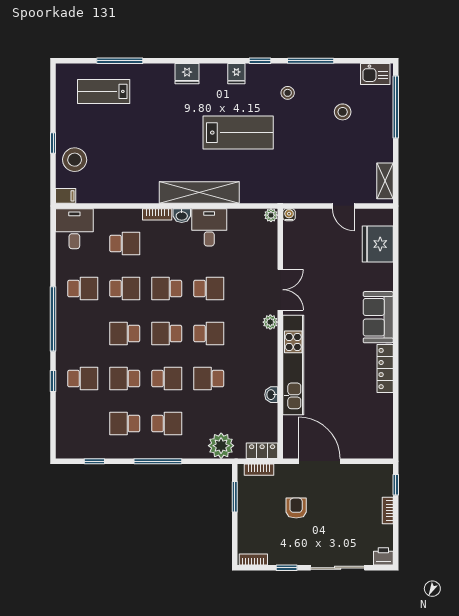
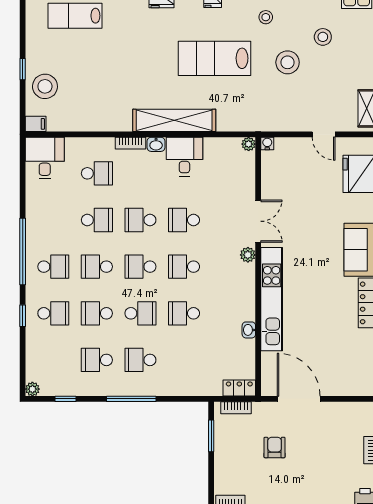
lab bench: (238, 133) -> (214, 58), turned 180
stool: (309, 136) -> (288, 62), added
school desk: (83, 289) -> (53, 267), moved
school desk: (209, 289) -> (184, 220), turned 180
school desk: (209, 334) -> (184, 267), turned 180
school desk: (167, 424) -> (140, 360), turned 180
plant: (221, 446) -> (32, 389), moved, width x0.53, depth x0.53

